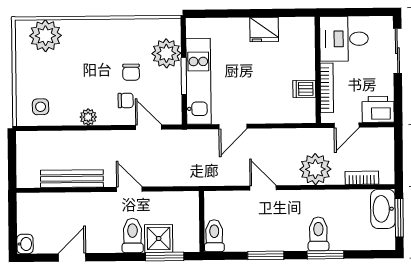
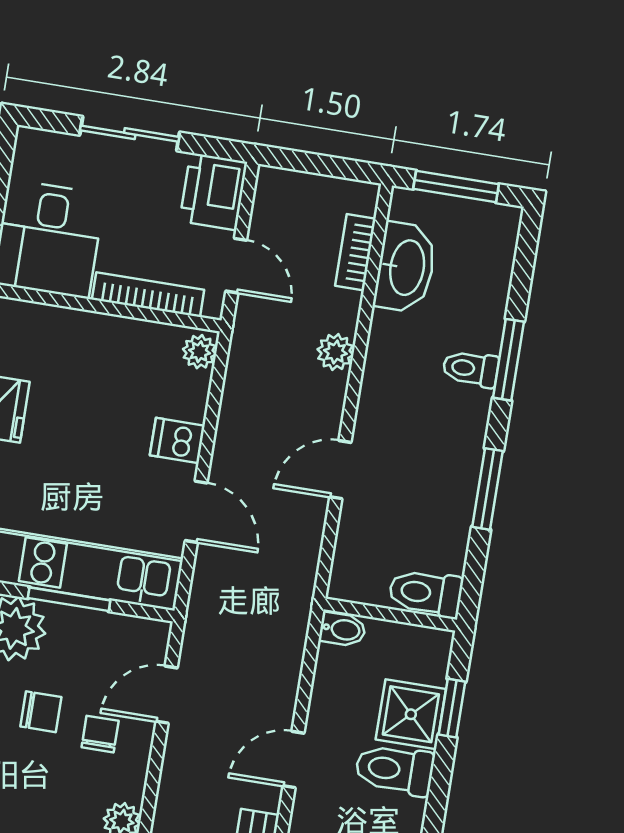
sliding door: (397, 51) -> (130, 134), moved
dishwasher: (304, 89) -> (177, 441), moved, turned 90
plant: (305, 115) -> (199, 352), added
plant: (315, 169) -> (335, 352), width x0.53, depth x0.53
bidet: (191, 201) -> (342, 629), added
washbasin: (383, 209) -> (406, 267), moved, turned -90
toilet: (318, 234) -> (471, 369), width x0.73, depth x0.72
window: (165, 256) -> (452, 708), width x0.67

